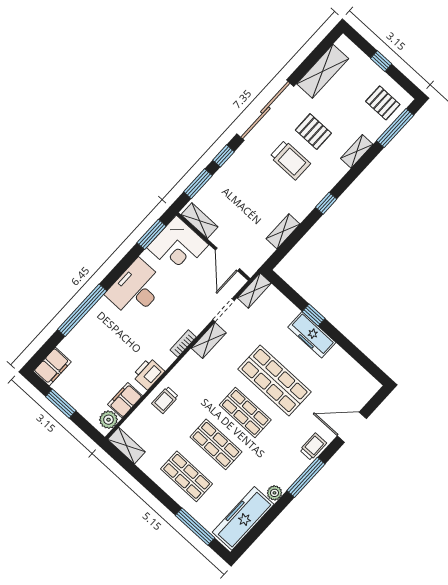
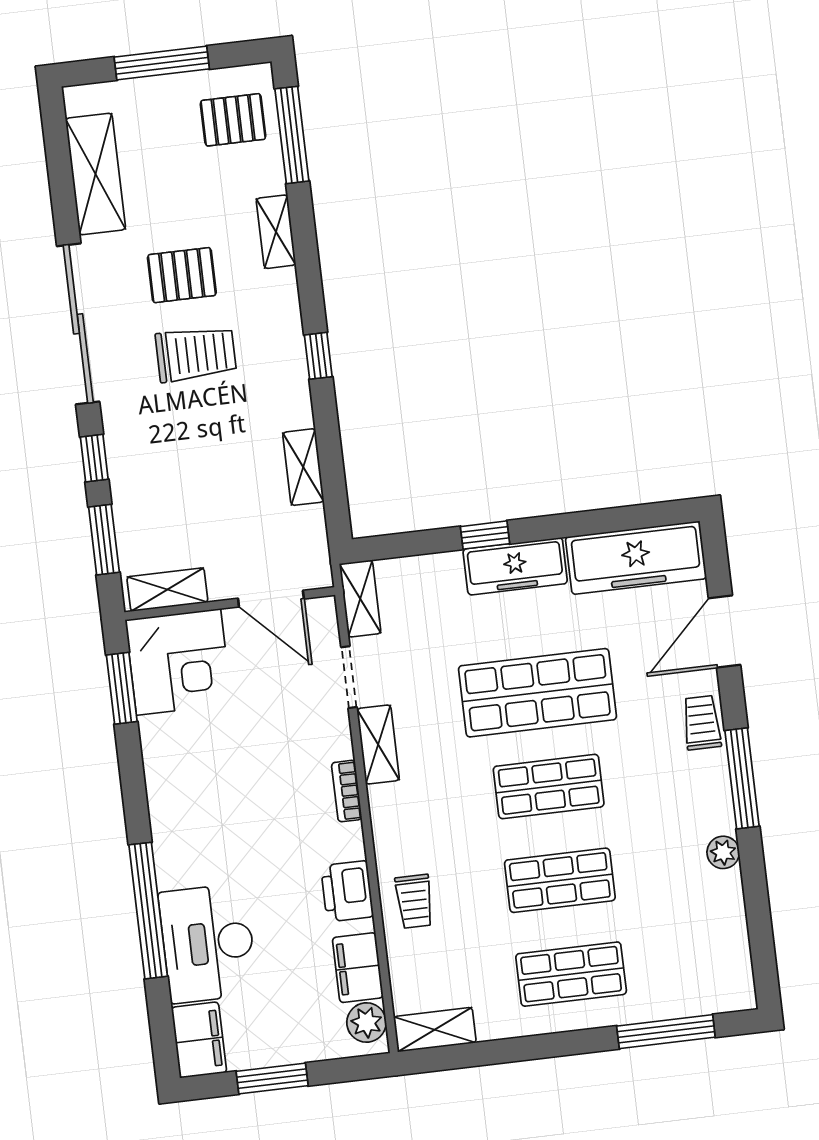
window: (381, 61) -> (162, 63), width x2.17
desk: (136, 289) -> (208, 943), moved
freezer: (243, 518) -> (636, 558), moved, turned -90

